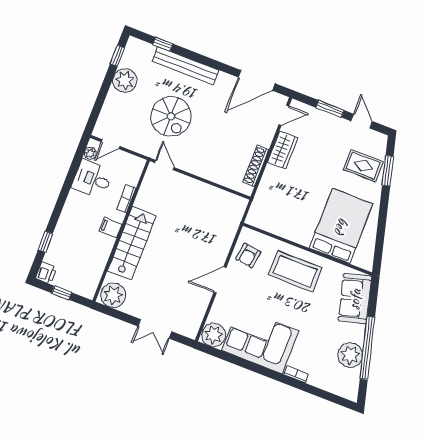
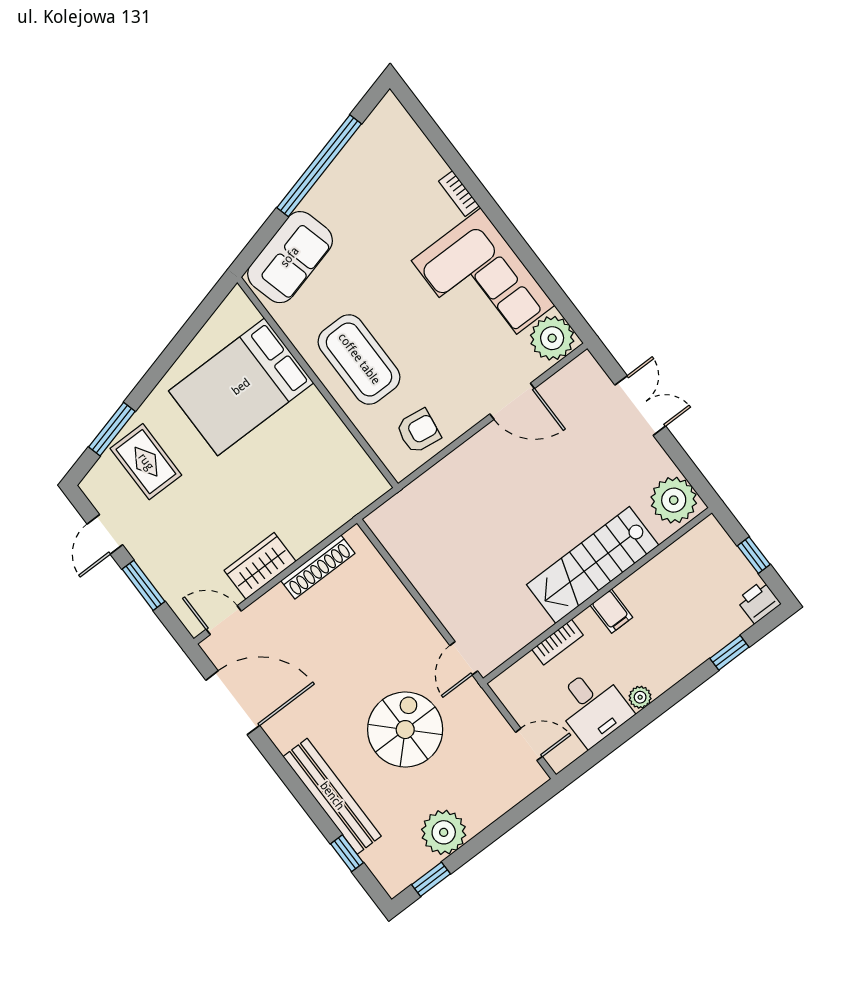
plant: (90, 153) -> (640, 697), moved
door: (220, 280) -> (512, 401), moved
plant: (350, 355) -> (353, 171), removed

